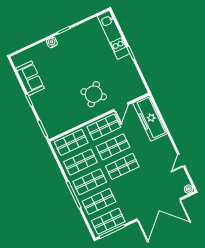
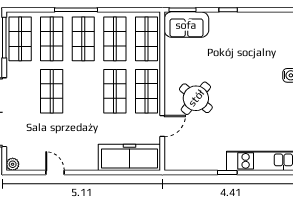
sofa: (30, 78) -> (186, 25), moved
door: (121, 107) -> (162, 126), swing flipped
shop shelf: (122, 166) -> (52, 91), moved

